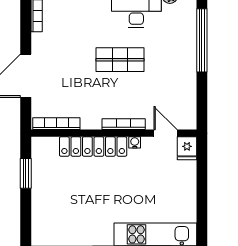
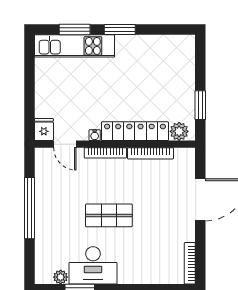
window: (202, 40) -> (29, 208), moved
bookcase: (56, 124) -> (150, 153), moved
plant: (48, 146) -> (179, 131), added

